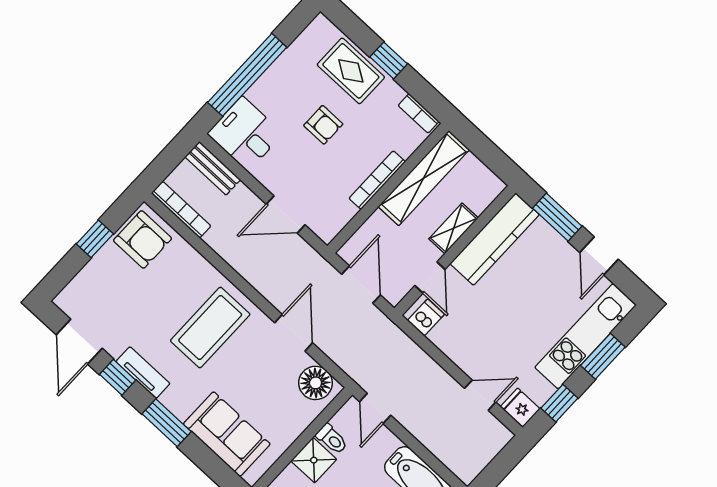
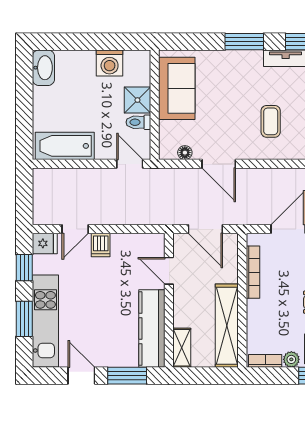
plant: (393, 92) -> (291, 359), added
bookcase: (377, 180) -> (253, 272), moved
shelving: (454, 228) -> (182, 348), moved
dishwasher: (426, 317) -> (101, 245), moved
coffee table: (210, 328) -> (271, 121), width x0.54, depth x0.58
floor lamp: (316, 383) -> (185, 153), width x0.53, depth x0.53
sofa: (227, 434) -> (177, 88), moved, turned -90

